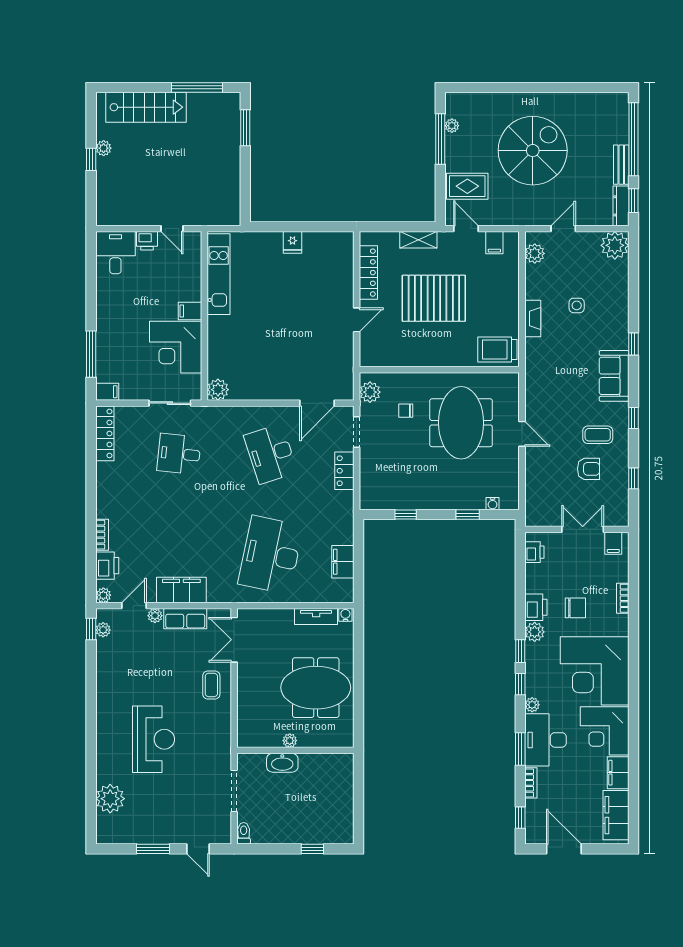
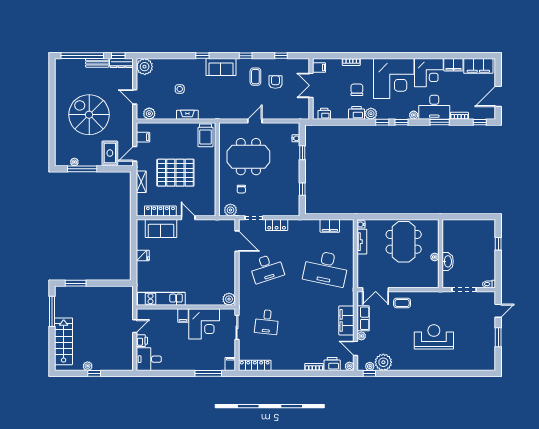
sofa: (338, 273) -> (161, 229), added
pallet: (434, 298) -> (175, 173), turned 90
plant: (110, 799) -> (383, 362), moved

